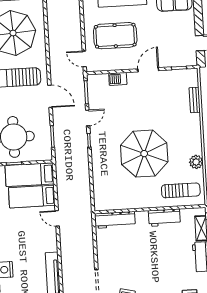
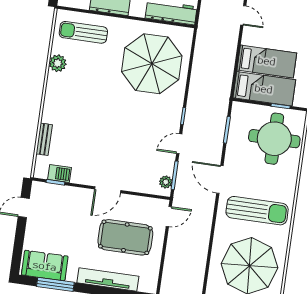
door: (84, 59) -> (169, 217), hinge flipped
door: (148, 70) -> (108, 190), moved
barbecue: (118, 79) -> (59, 174), moved
plant: (92, 86) -> (166, 182), added
parasol: (144, 154) -> (152, 64), moved
door: (57, 218) -> (243, 15), moved

